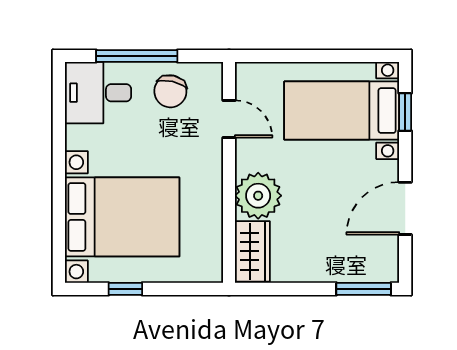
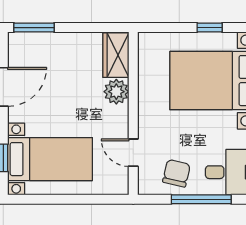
plant: (258, 196) -> (116, 92), width x0.73, depth x0.73

